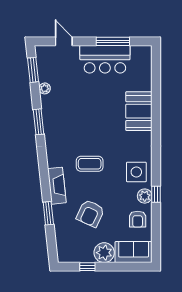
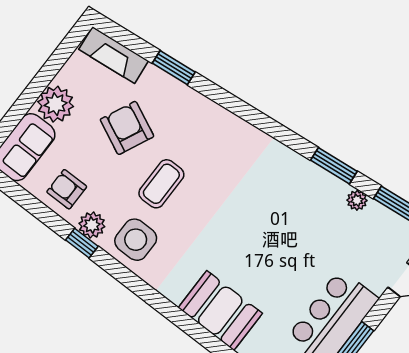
window: (39, 122) -> (334, 166), moved
coffee table: (90, 164) -> (161, 184), moved
fireplace: (57, 186) -> (114, 55), moved
window: (87, 267) -> (54, 65), removed

